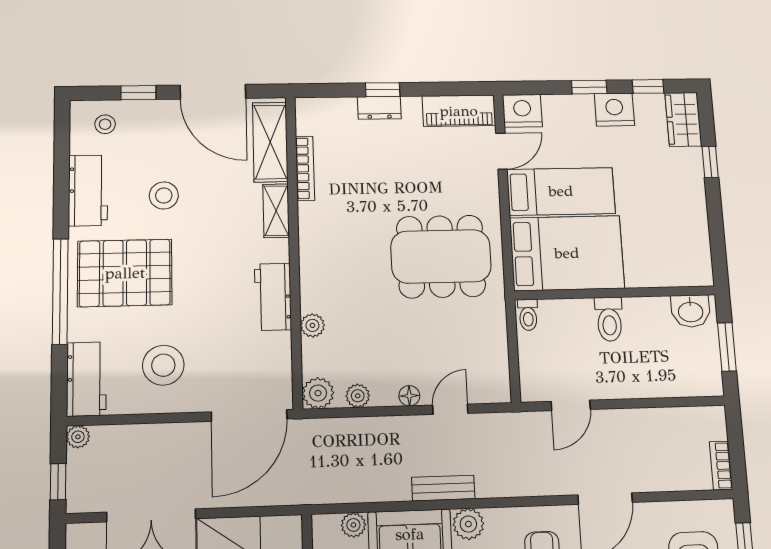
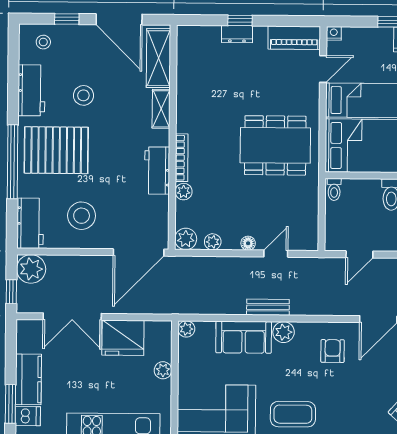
nightstand: (522, 111) -> (334, 33), width x0.53, depth x0.56
bookcase: (305, 168) -> (182, 158), moved
plant: (78, 437) -> (31, 269), width x1.87, depth x1.87
plant: (353, 525) -> (186, 329), moved

